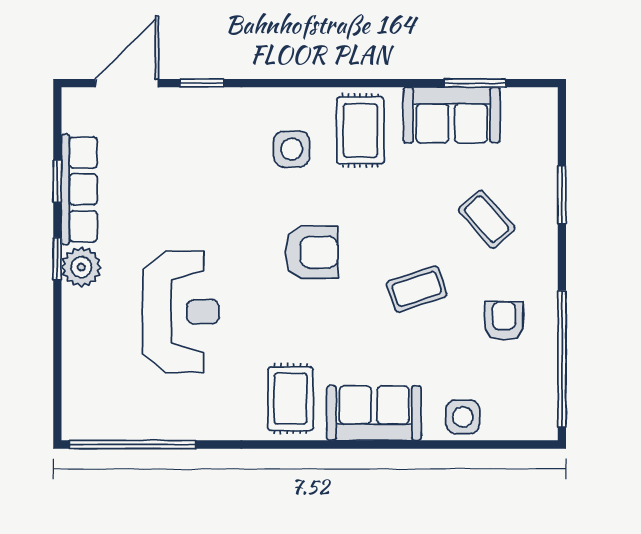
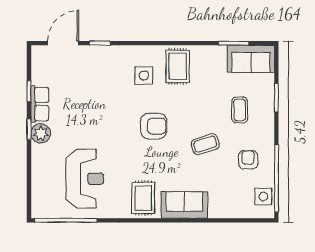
sofa: (452, 115) -> (251, 59), moved
row of seats: (79, 189) -> (40, 104), width x0.68
coffee table: (487, 219) -> (240, 110), turned 41
reception desk: (181, 312) -> (85, 179), moved
side table: (463, 417) -> (263, 196), moved

